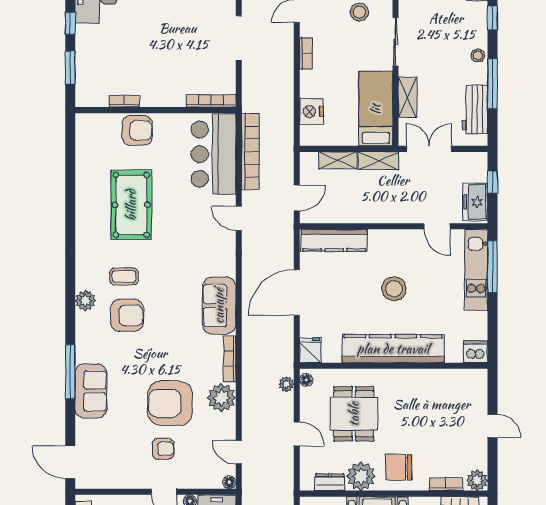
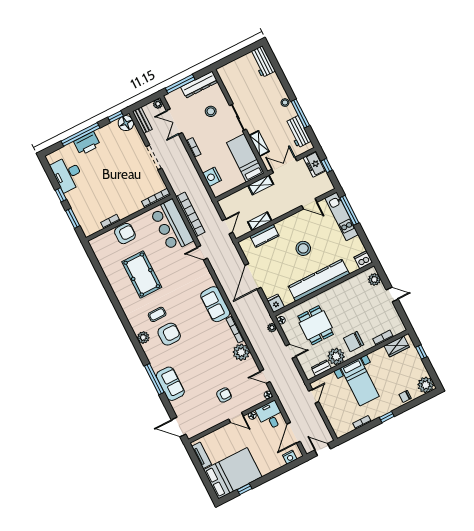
window: (492, 18) -> (283, 79), removed
shelving: (338, 160) -> (260, 221), moved
freezer: (475, 202) -> (315, 164), moved
kitchen counter: (334, 240) -> (264, 236), width x0.67
armchair: (170, 403) -> (215, 369), removed
plant: (477, 480) -> (374, 279), moved

